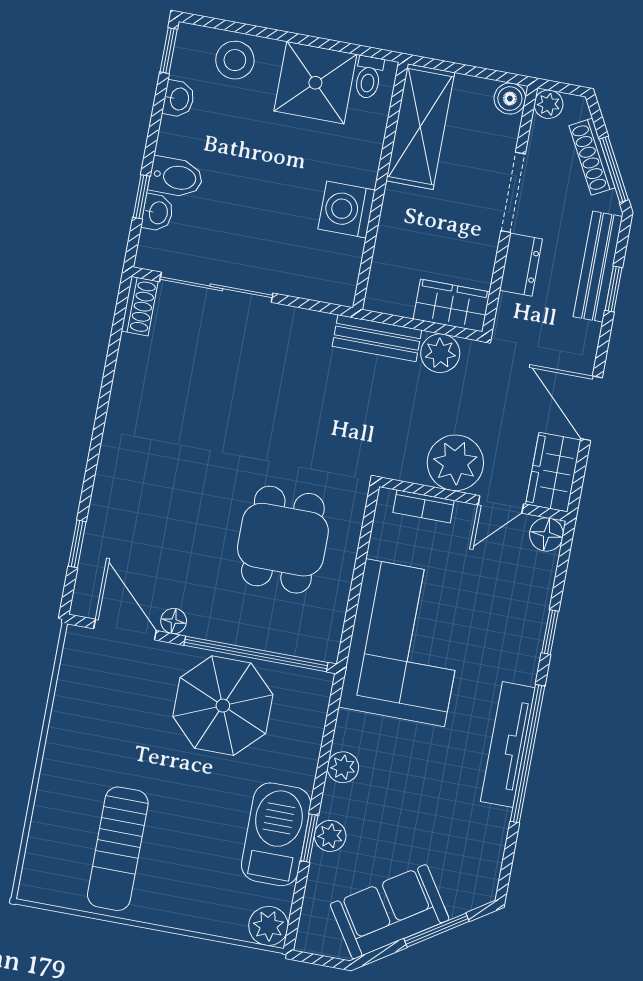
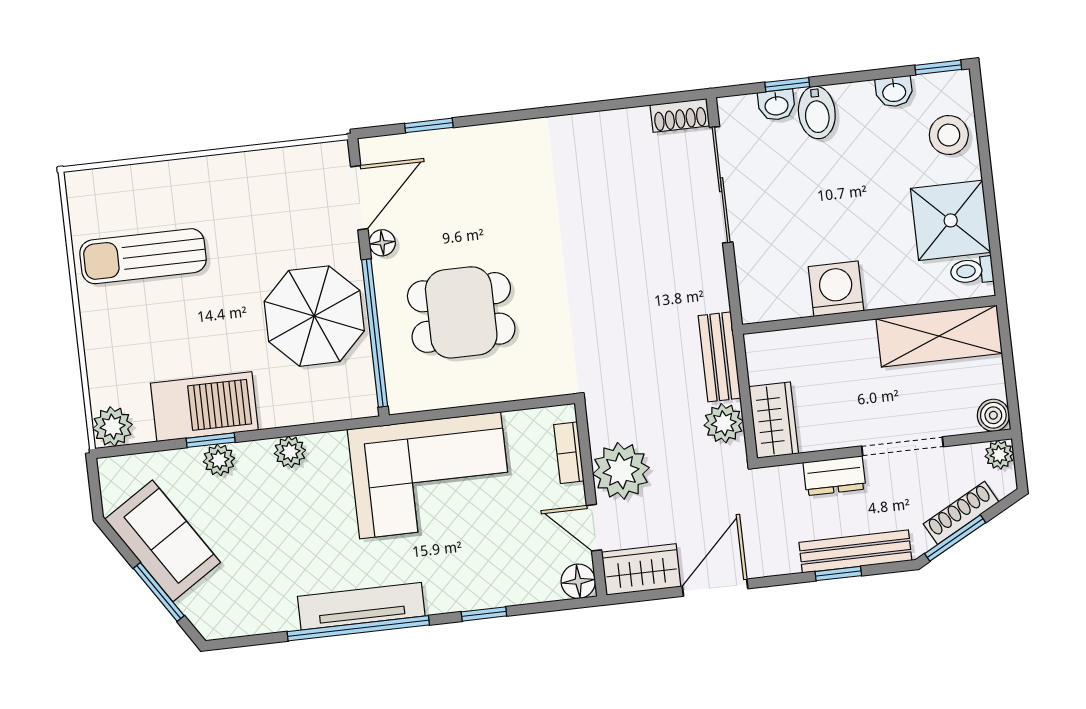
dining table: (283, 540) -> (461, 312), moved

